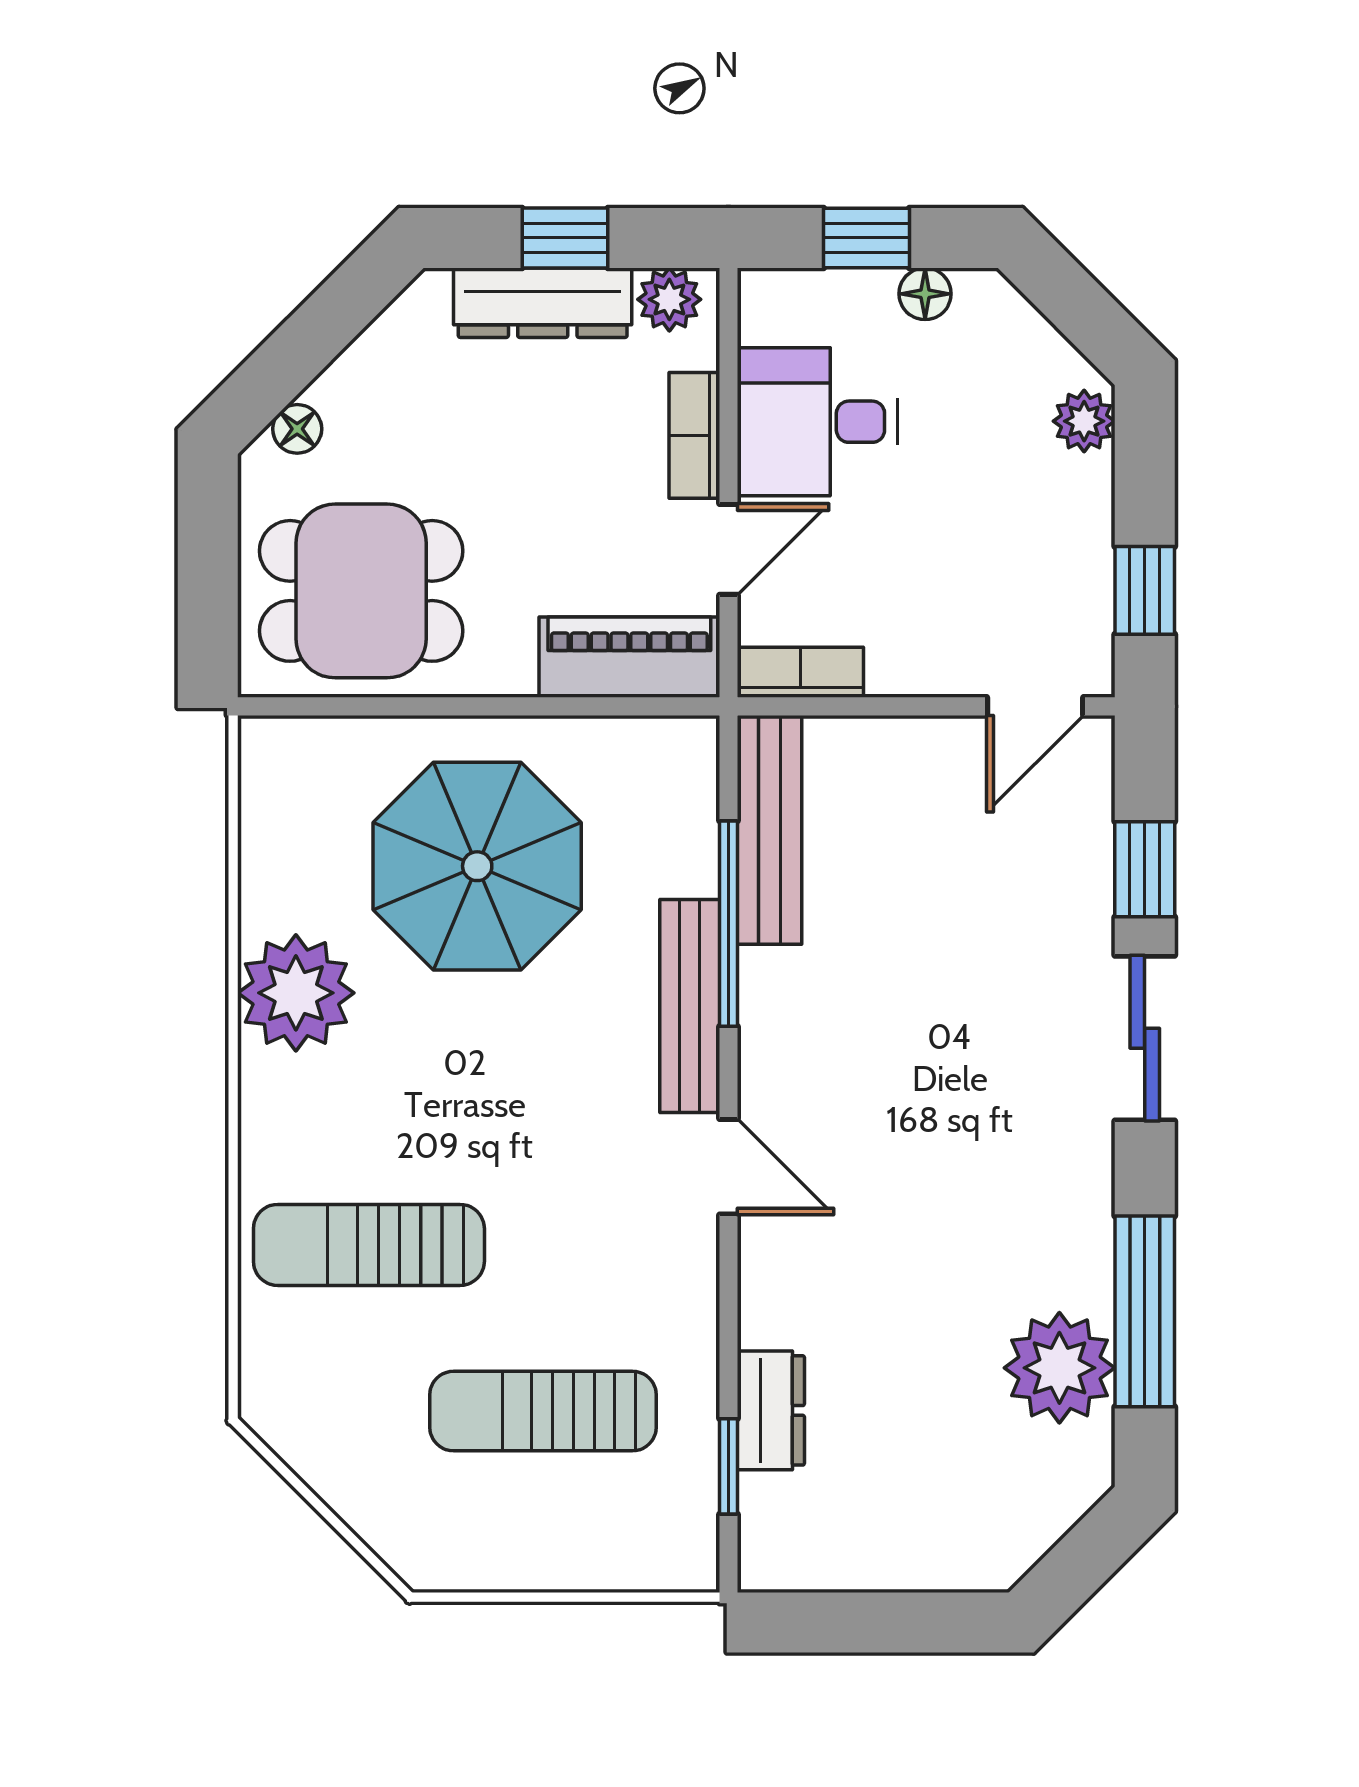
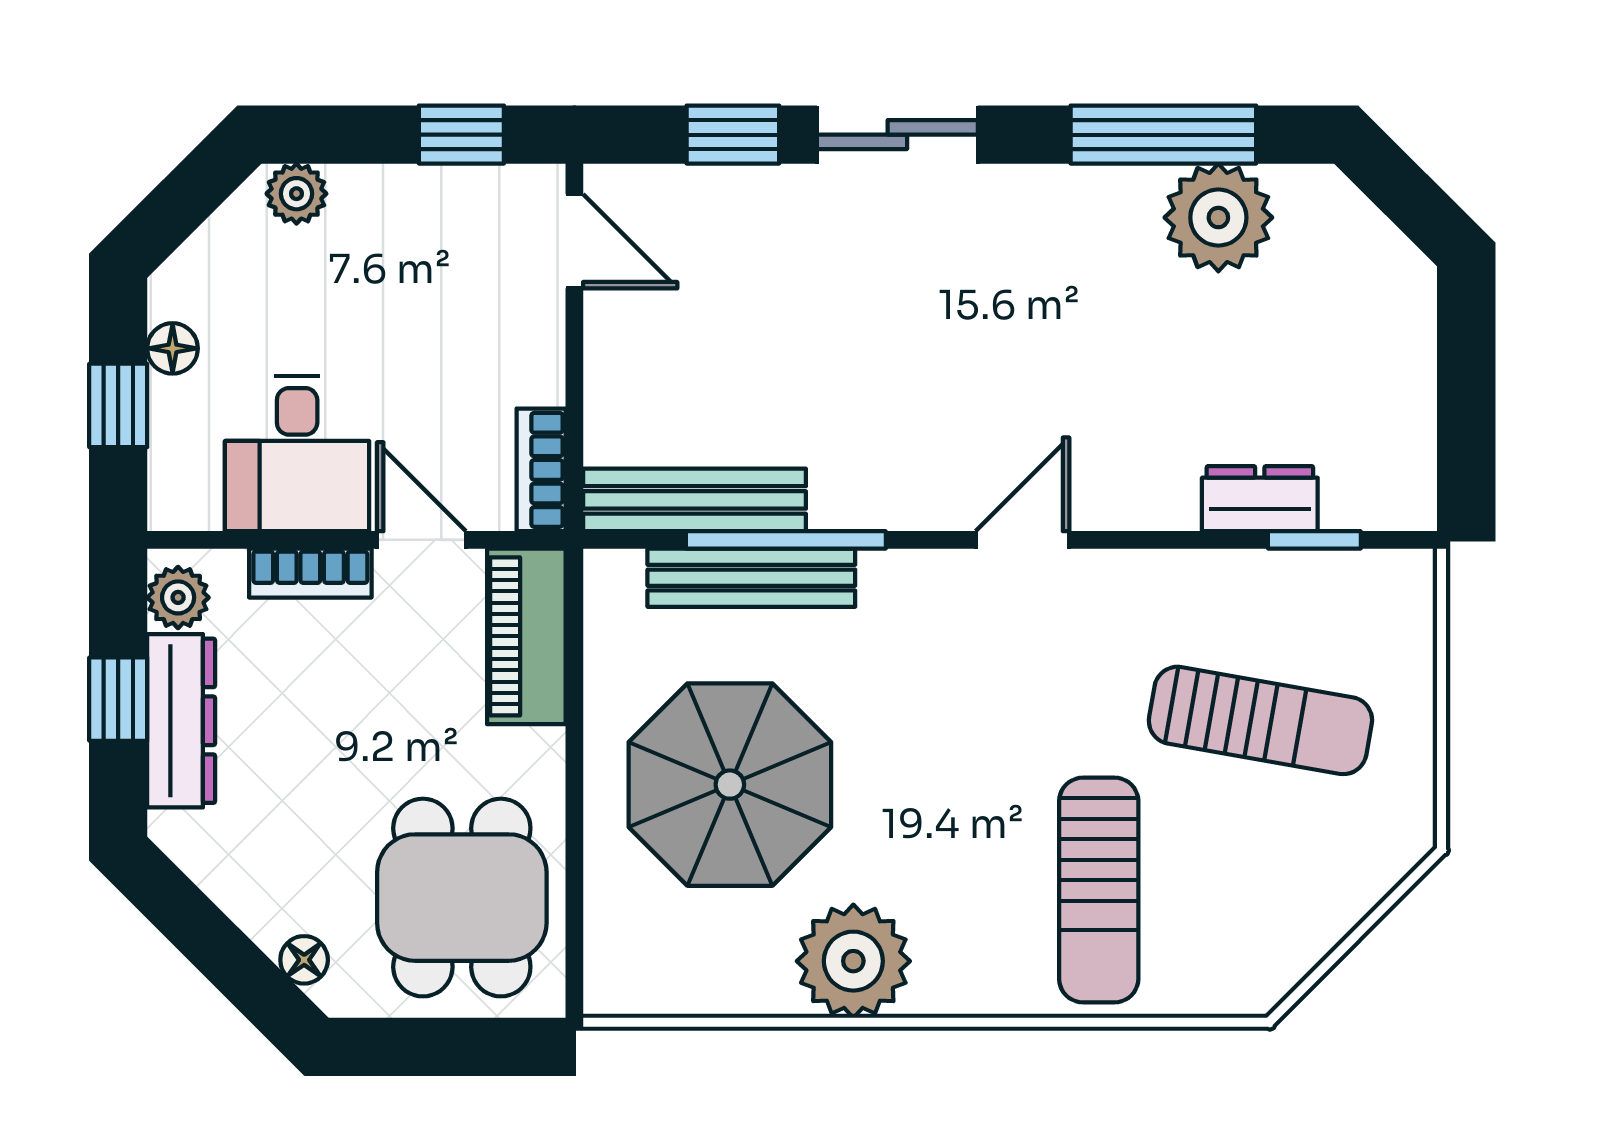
bench: (690, 1006) -> (751, 578), moved
sun lounger: (543, 1411) -> (1260, 720), turned -80

